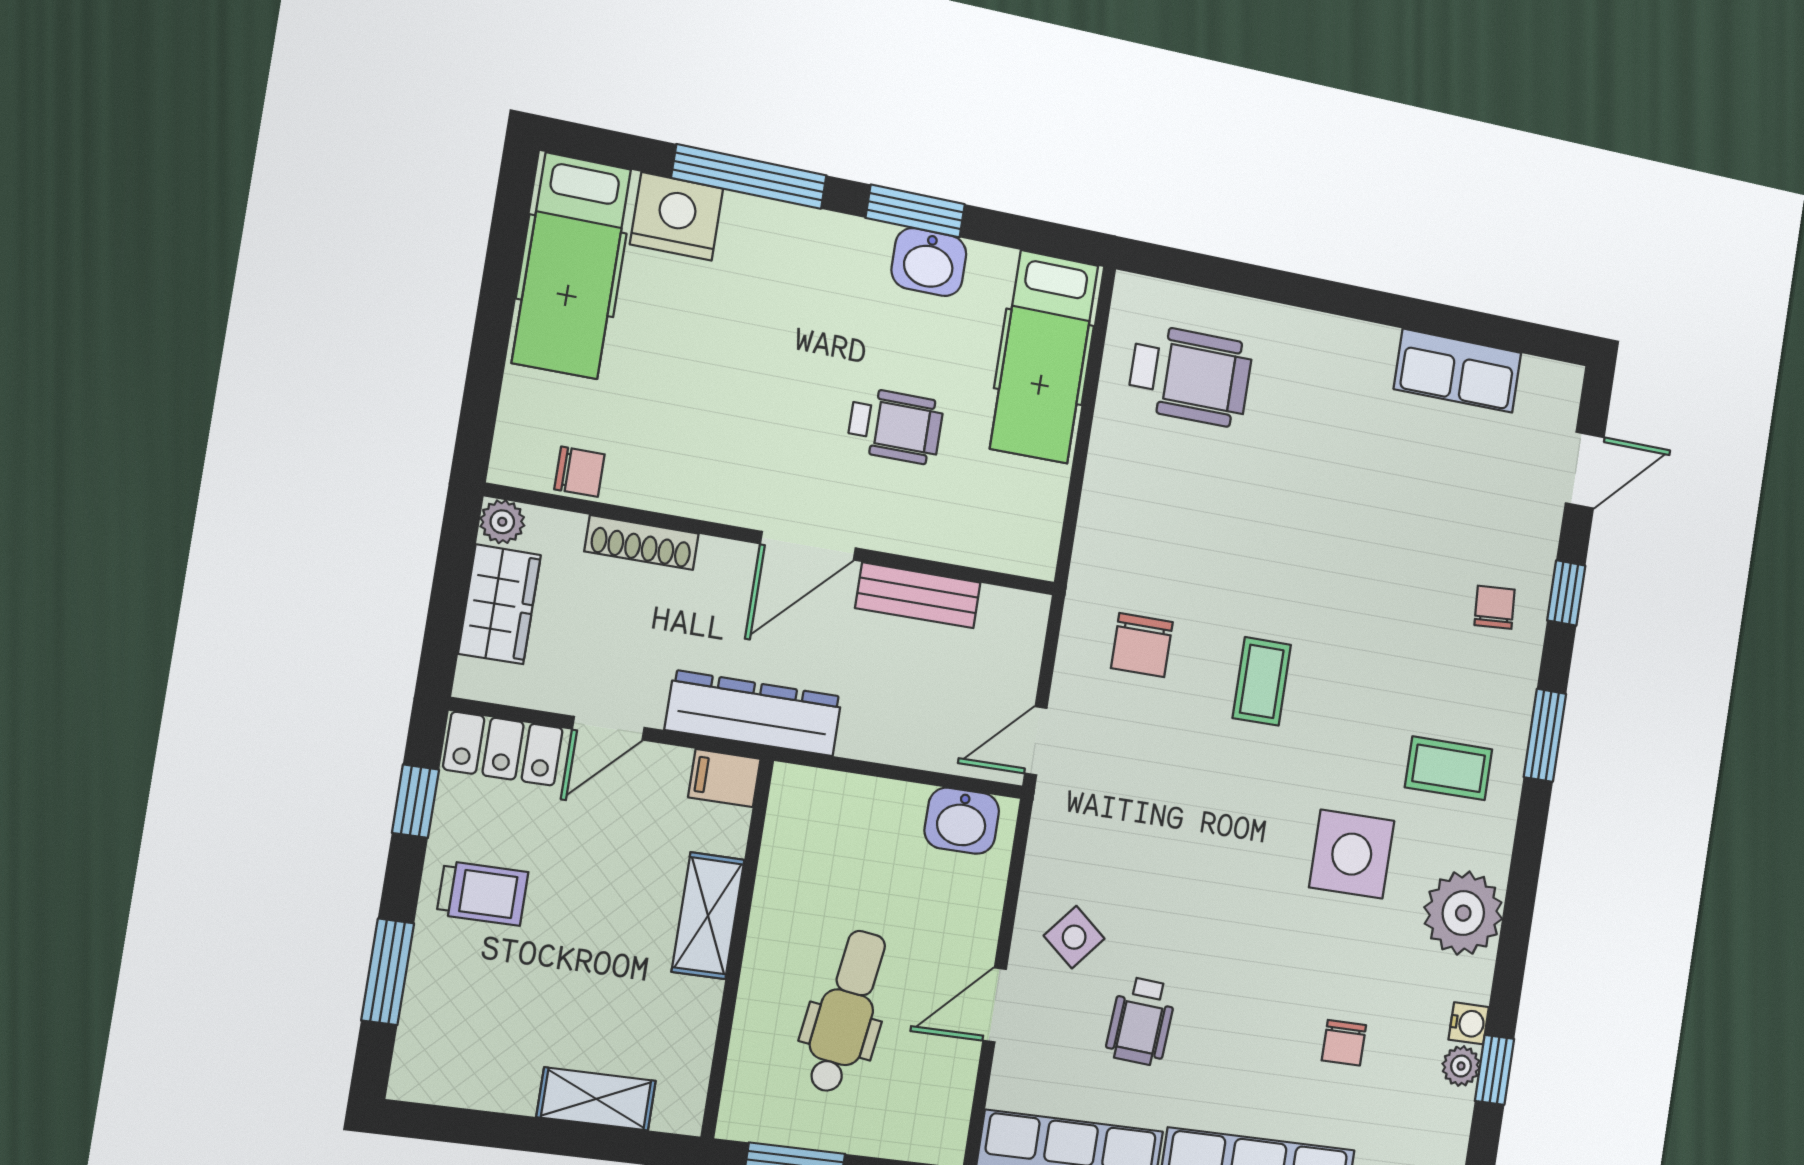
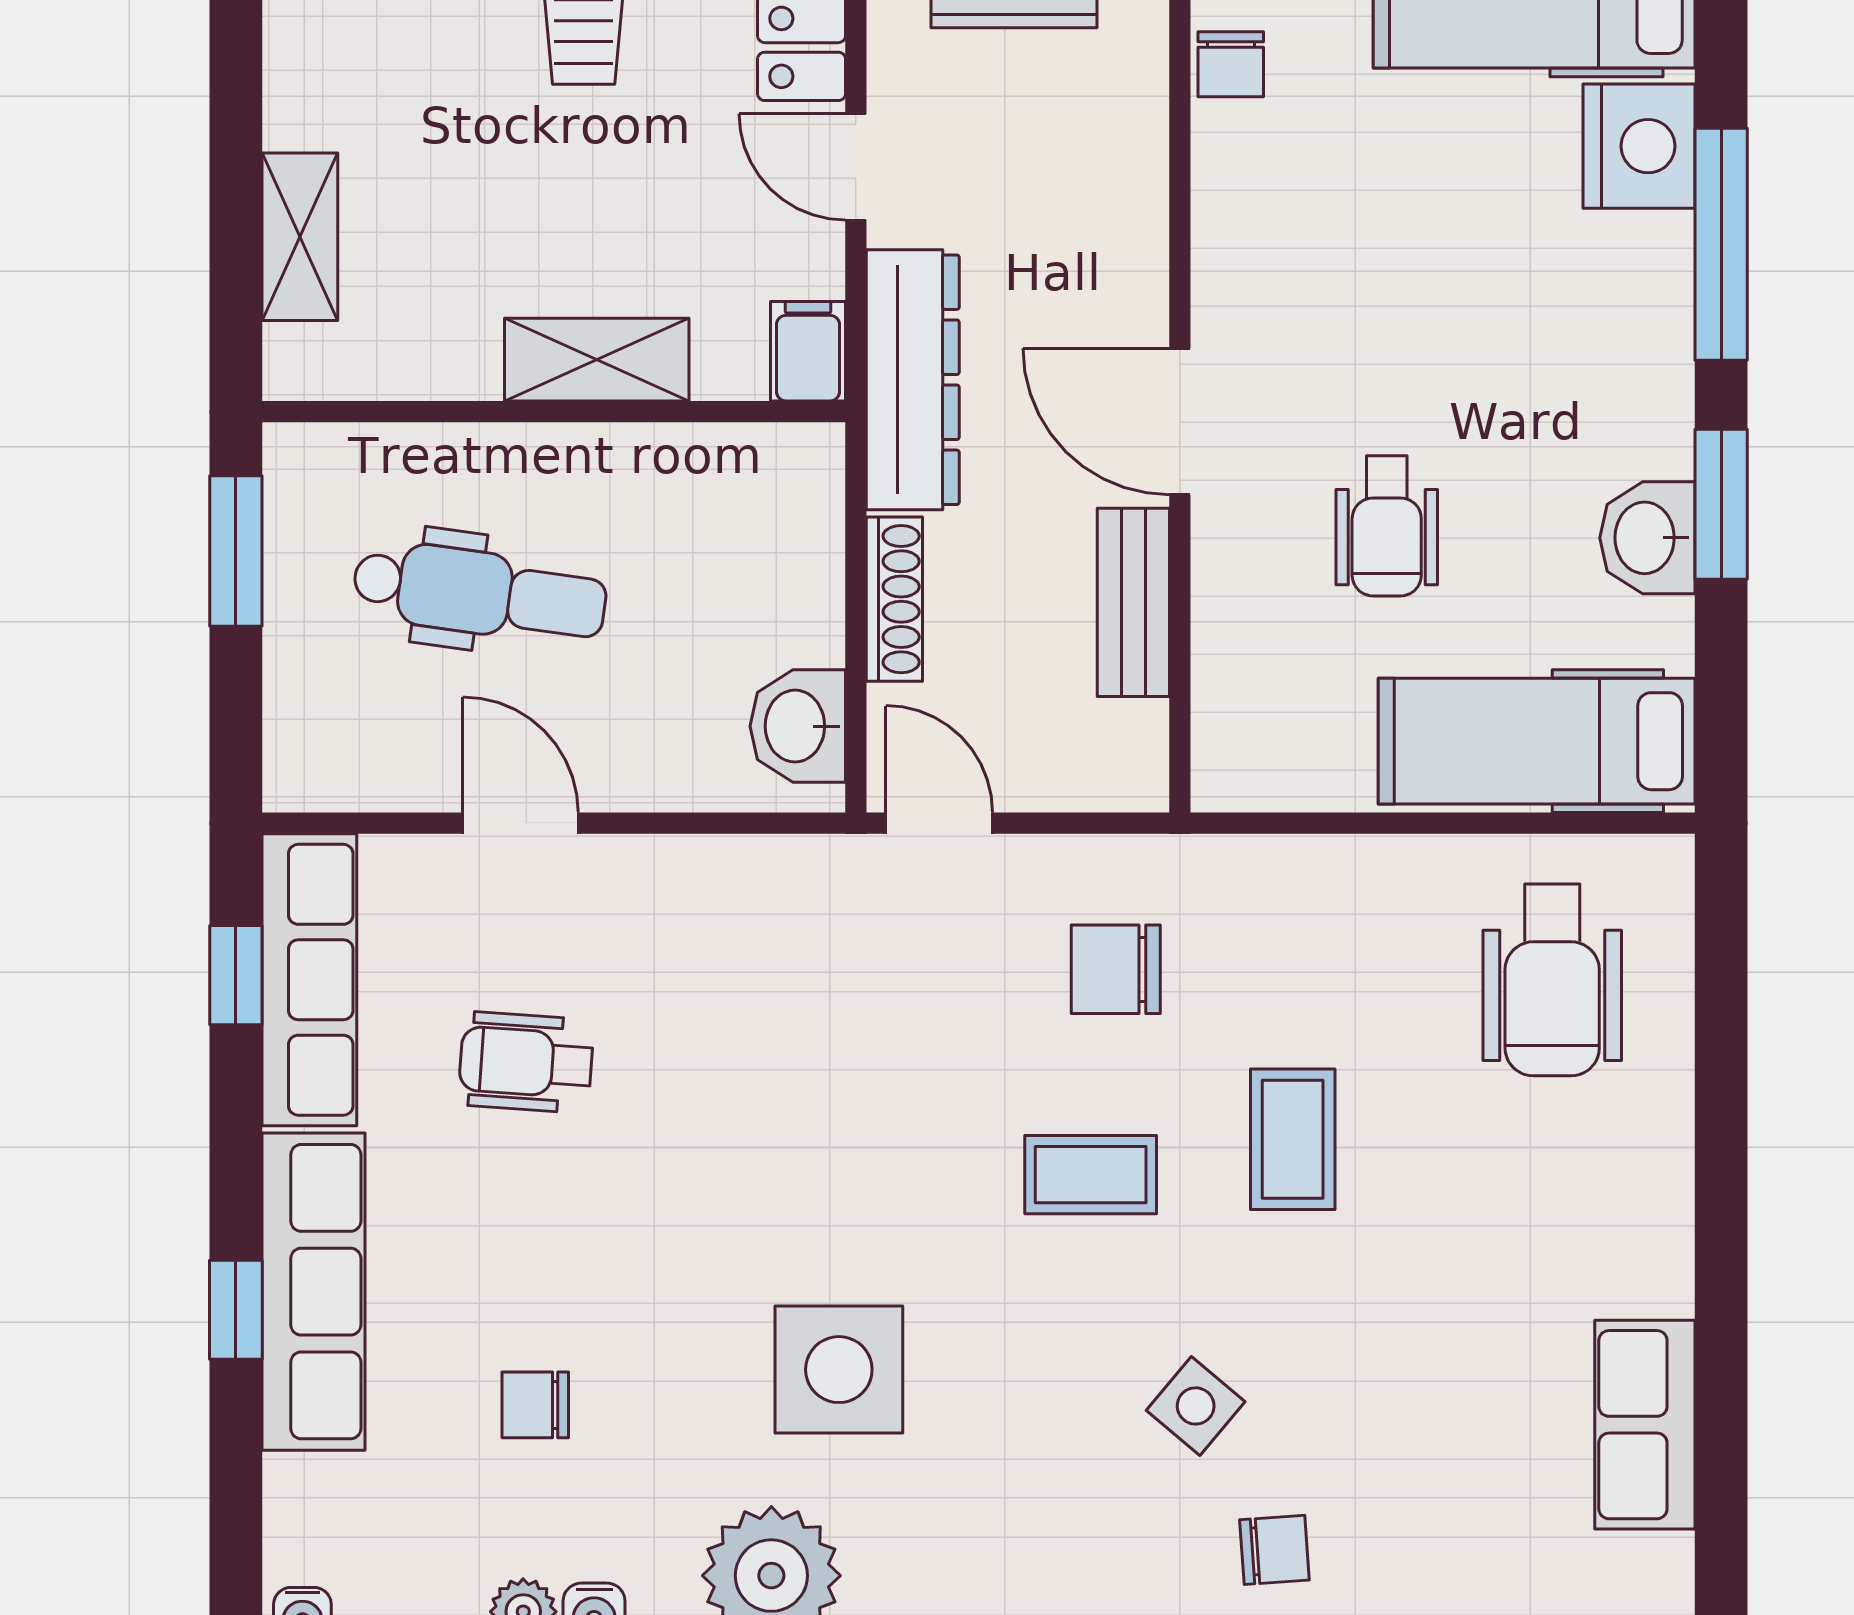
shoe rack: (642, 543) -> (894, 599), moved, turned 180
coffee table: (1449, 768) -> (1293, 1139), moved
side table: (1074, 937) -> (1196, 1406), moved

